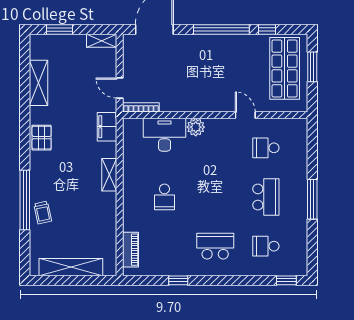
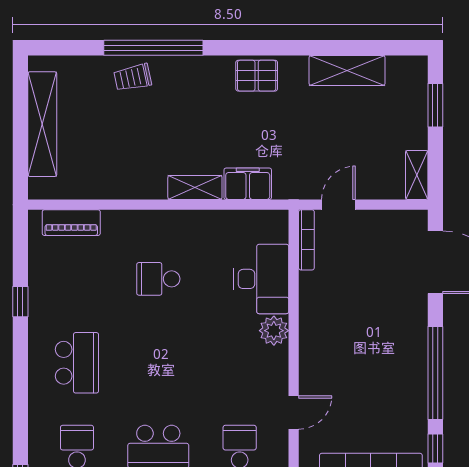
filing cabinet: (107, 127) -> (248, 184), moved

